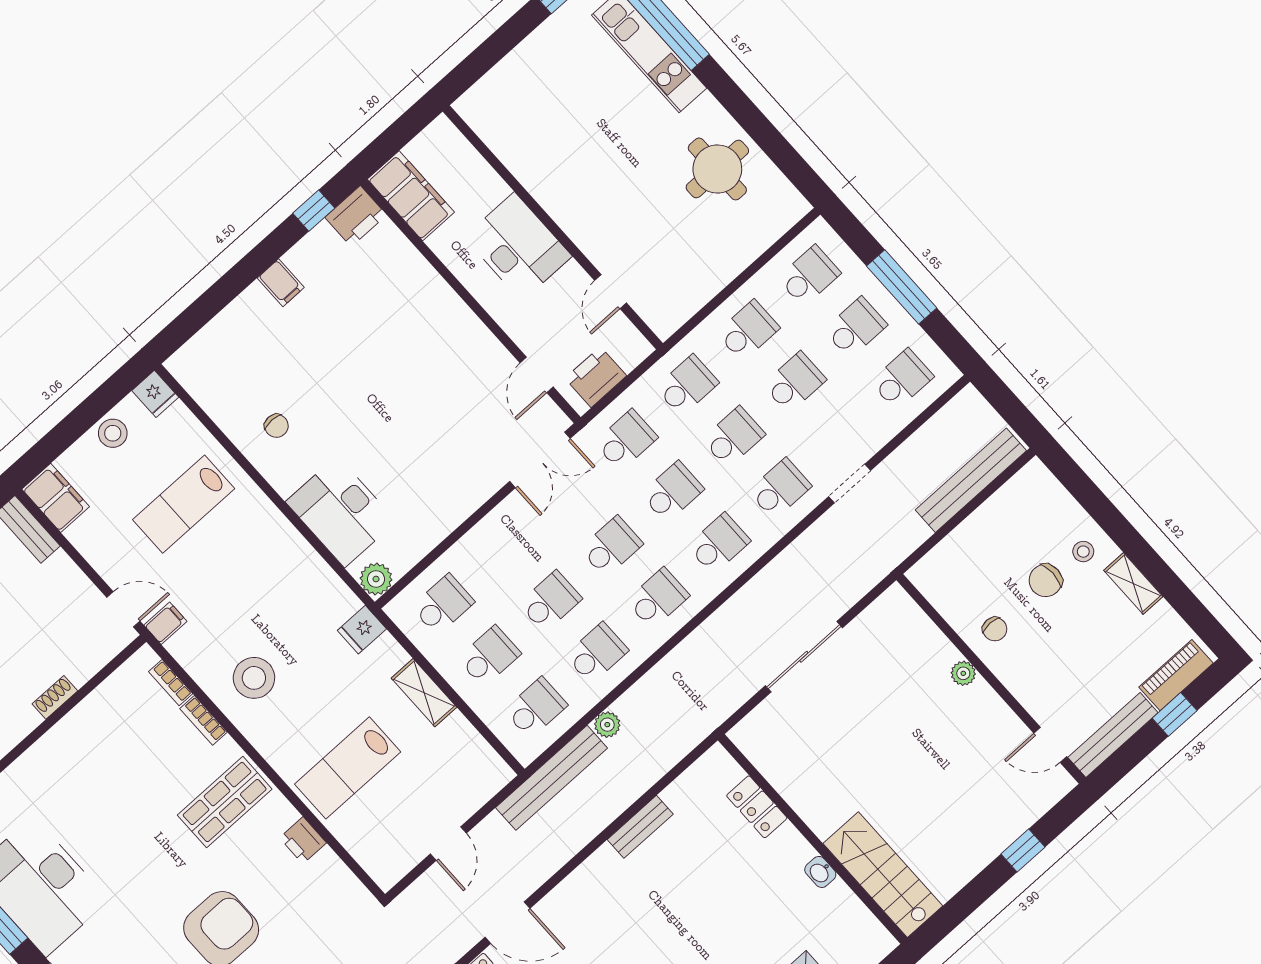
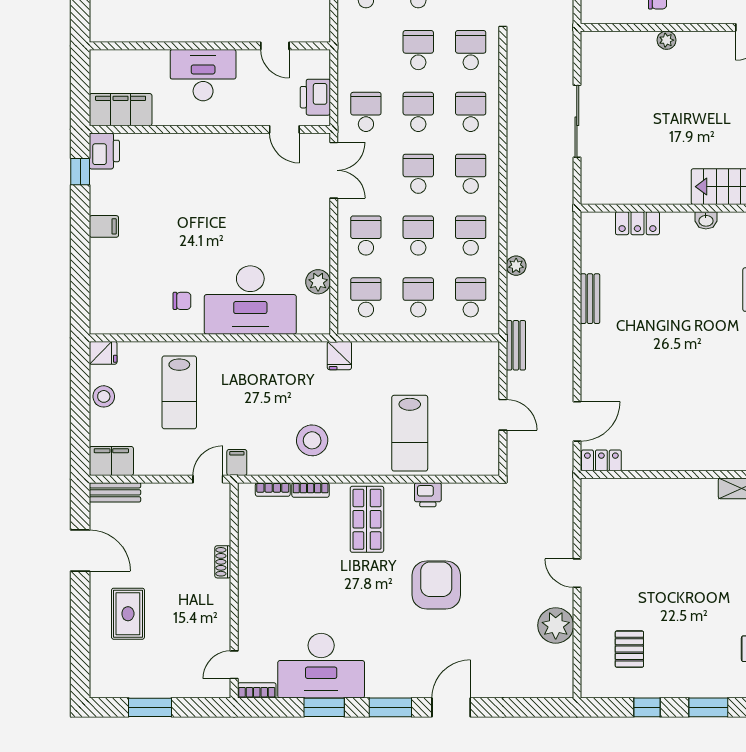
school desk: (687, 385) -> (366, 236), moved
desk: (341, 512) -> (250, 300), width x1.36, depth x1.30
plant: (376, 579) -> (318, 282), moved
shelving: (424, 693) -> (406, 352), removed
bench: (552, 778) -> (516, 345), width x0.54, depth x0.82

